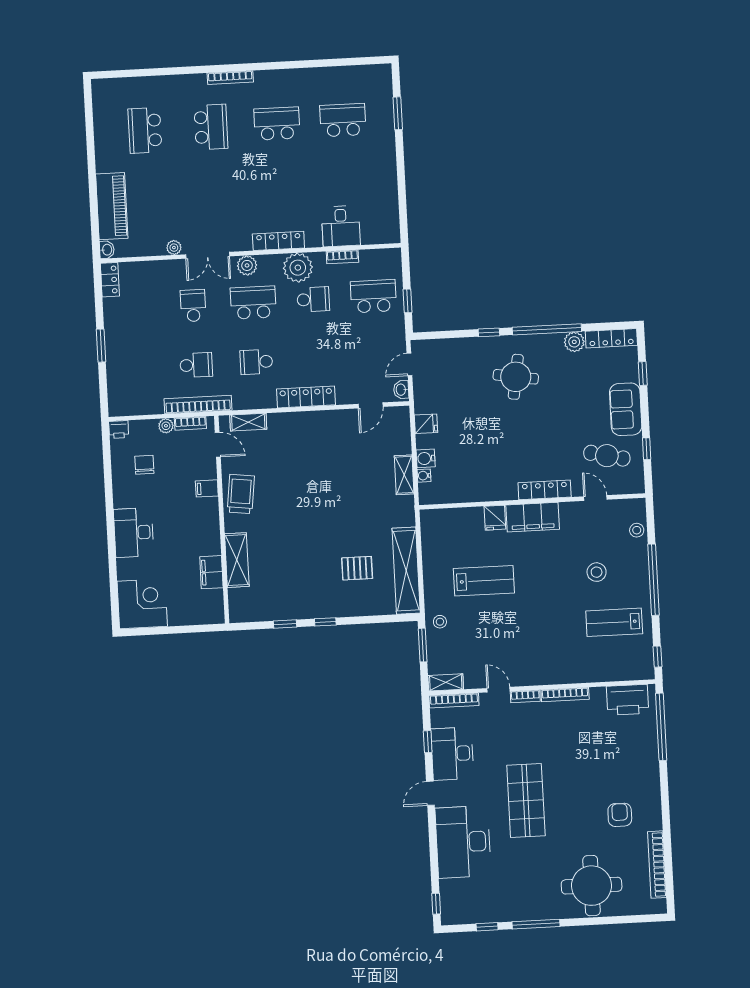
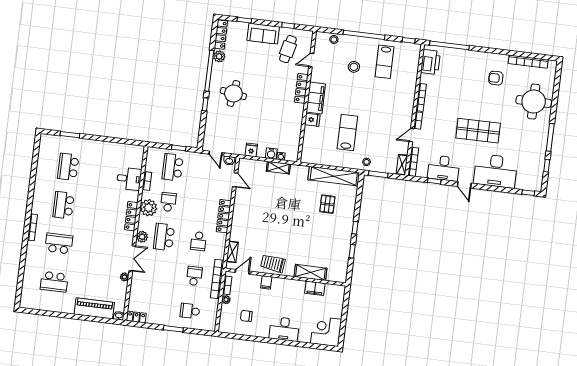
school desk: (193, 306) -> (190, 311), moved
printer: (119, 429) -> (223, 327), removed

